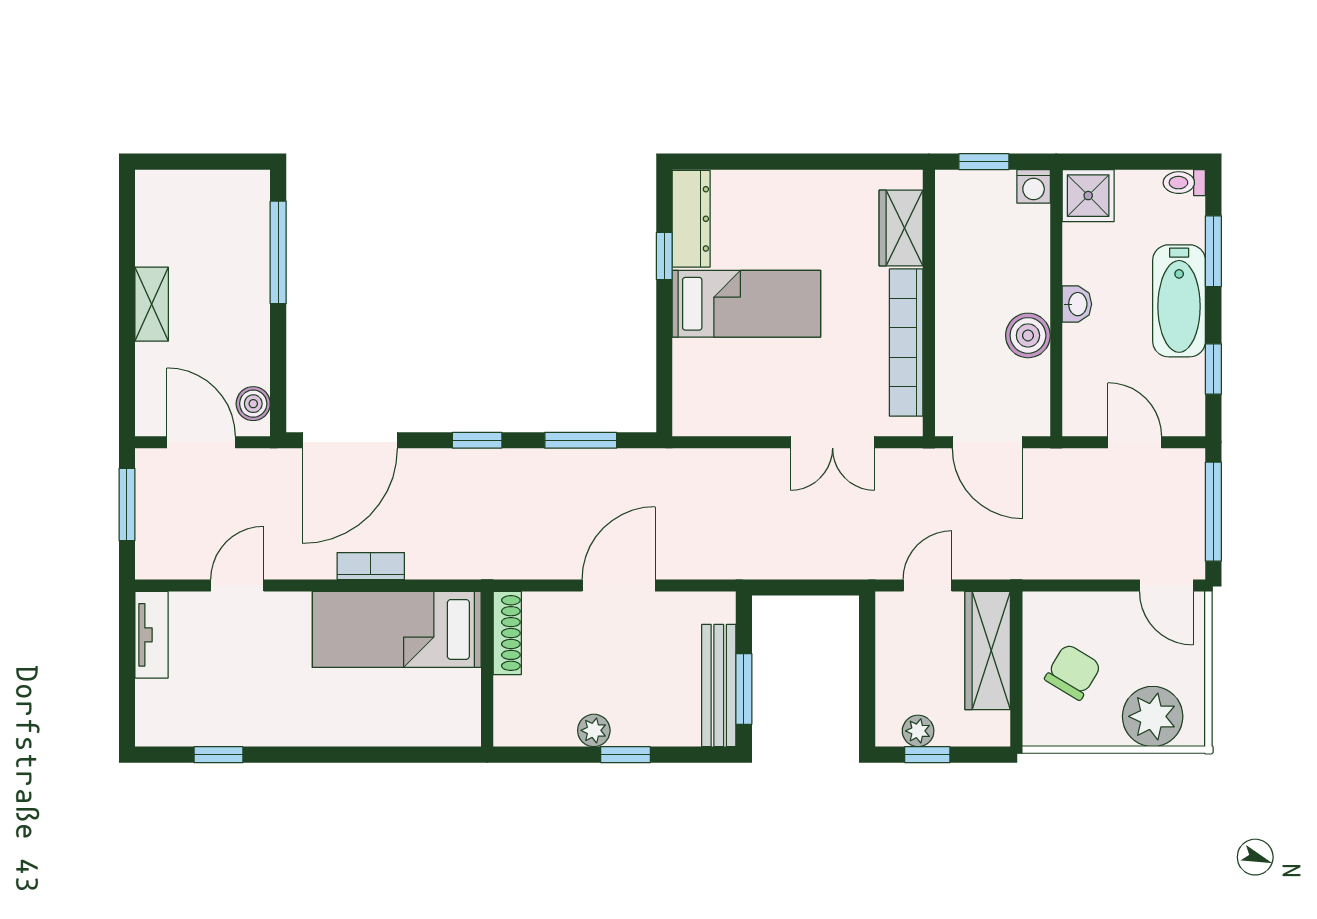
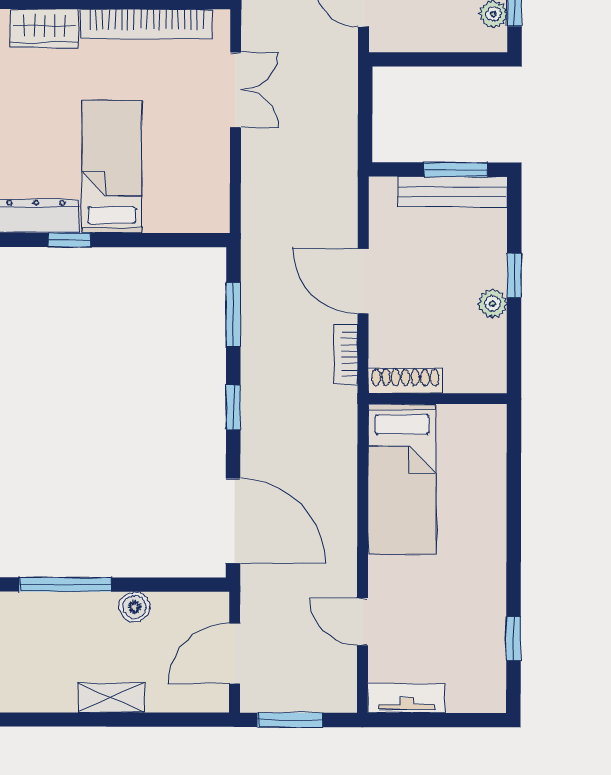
boiler: (253, 404) -> (134, 607), moved
bookcase: (371, 566) -> (346, 354), moved

